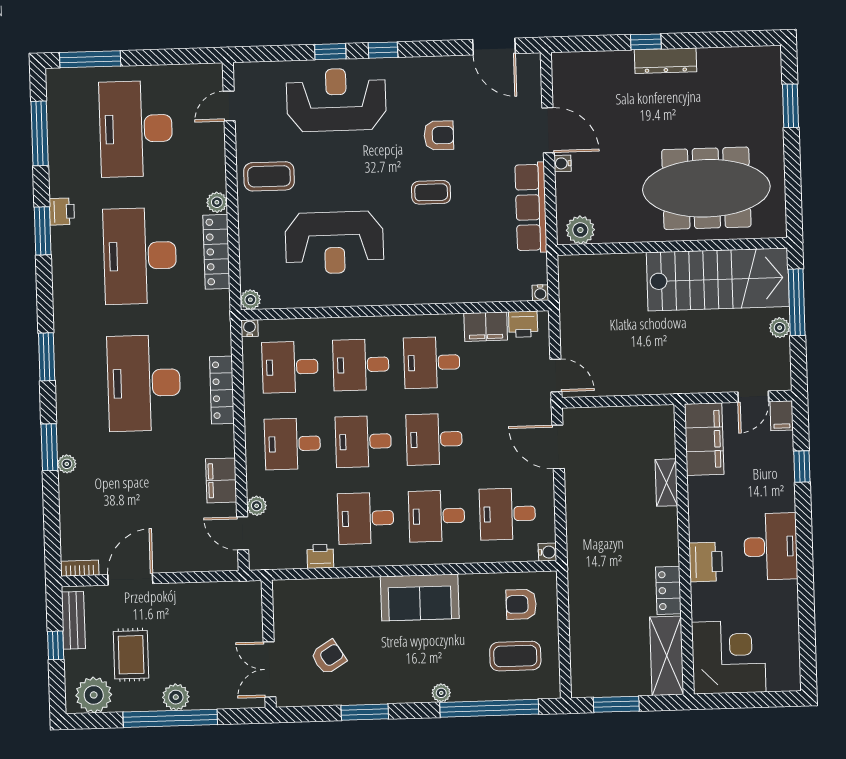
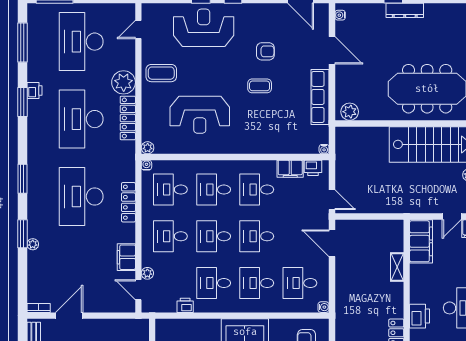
water cooler: (563, 163) -> (340, 15), moved
plant: (217, 202) -> (124, 82), width x1.88, depth x1.88

